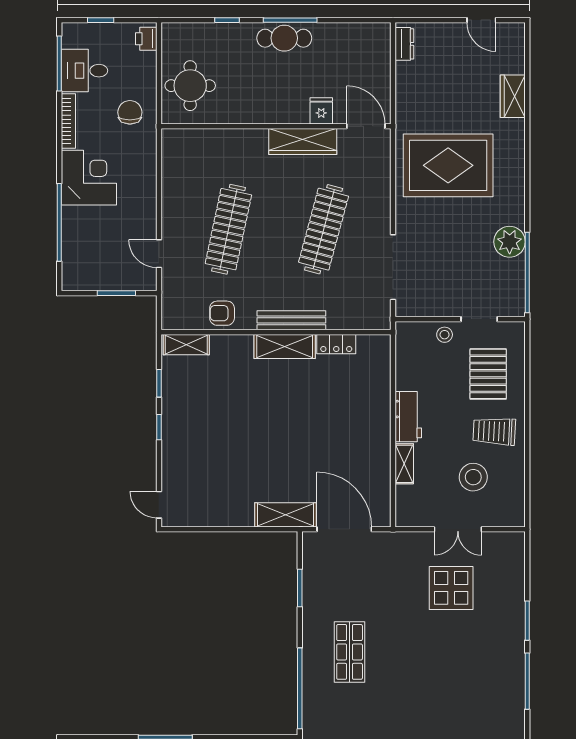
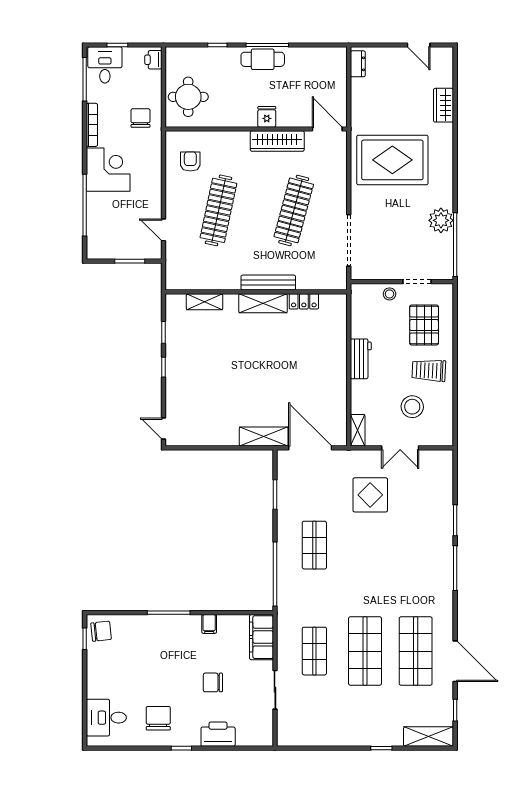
desk: (85, 71) -> (105, 65), moved, turned 90
fridge: (321, 111) -> (267, 117), moved
armchair: (222, 313) -> (190, 161), moved, turned 90
shelving: (186, 345) -> (205, 302), moved
shelving: (404, 464) -> (358, 430), moved
display table: (451, 588) -> (370, 495), moved

